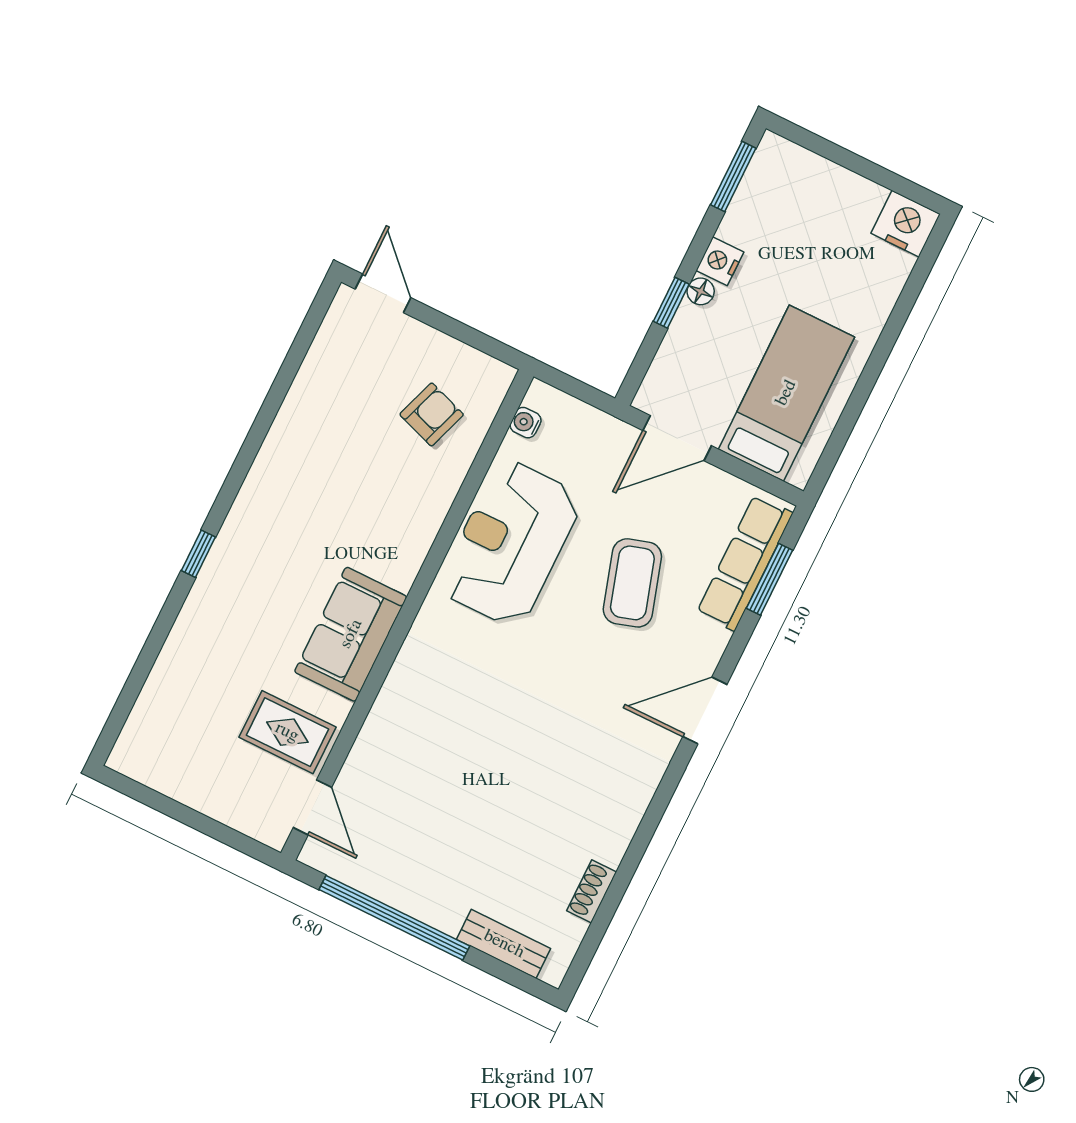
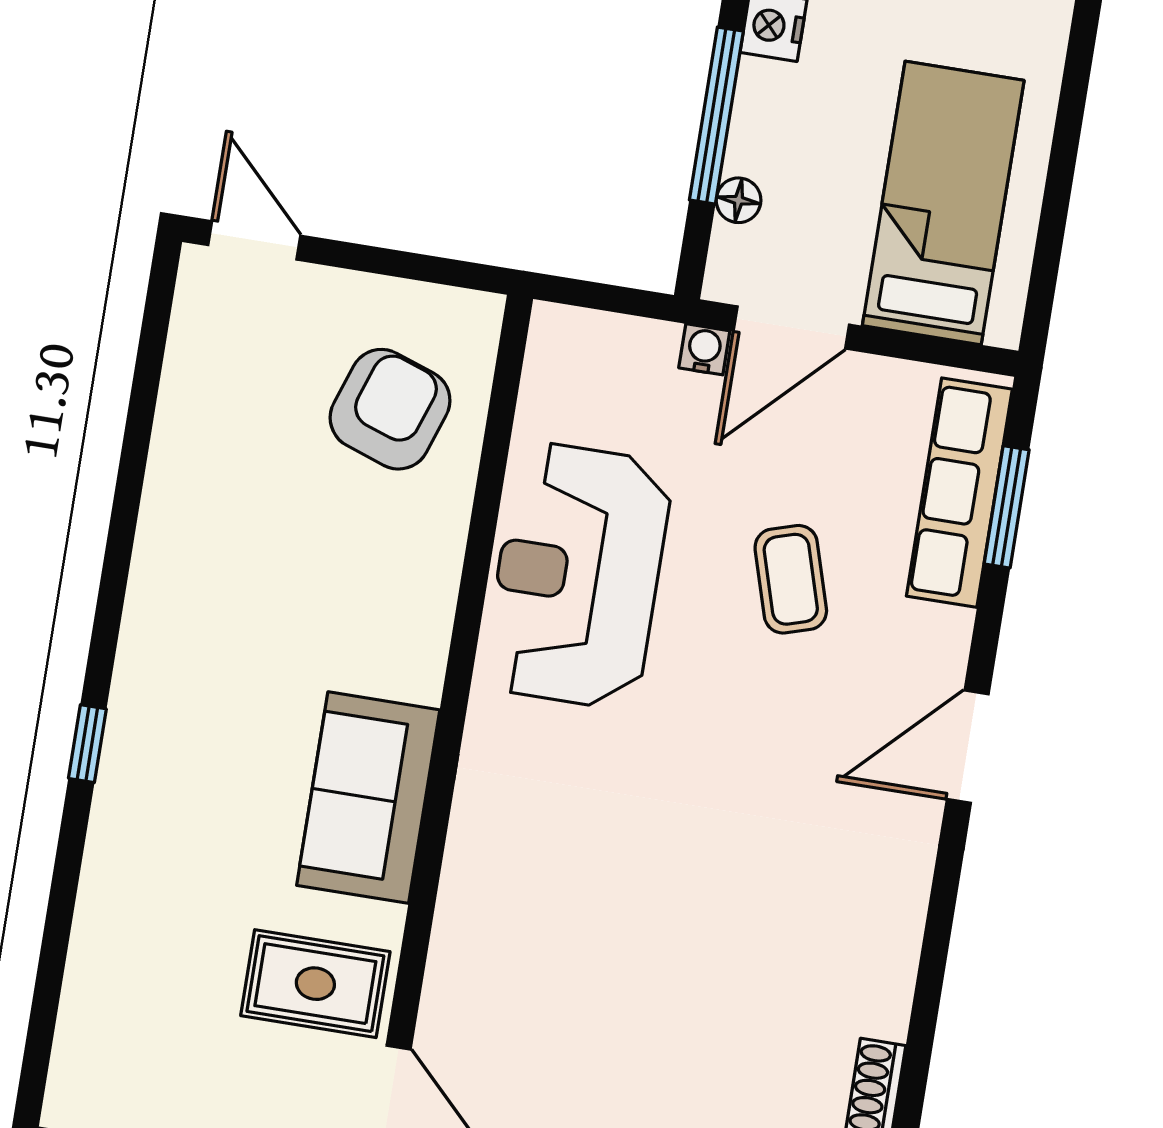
floor lamp: (701, 291) -> (739, 200), moved
window: (671, 303) -> (716, 116), width x2.17
armchair: (432, 414) -> (390, 409), width x1.38, depth x1.38
water cooler: (526, 423) -> (704, 349), moved, turned 90
coffee table: (632, 583) -> (791, 579), width x0.73, depth x0.77

